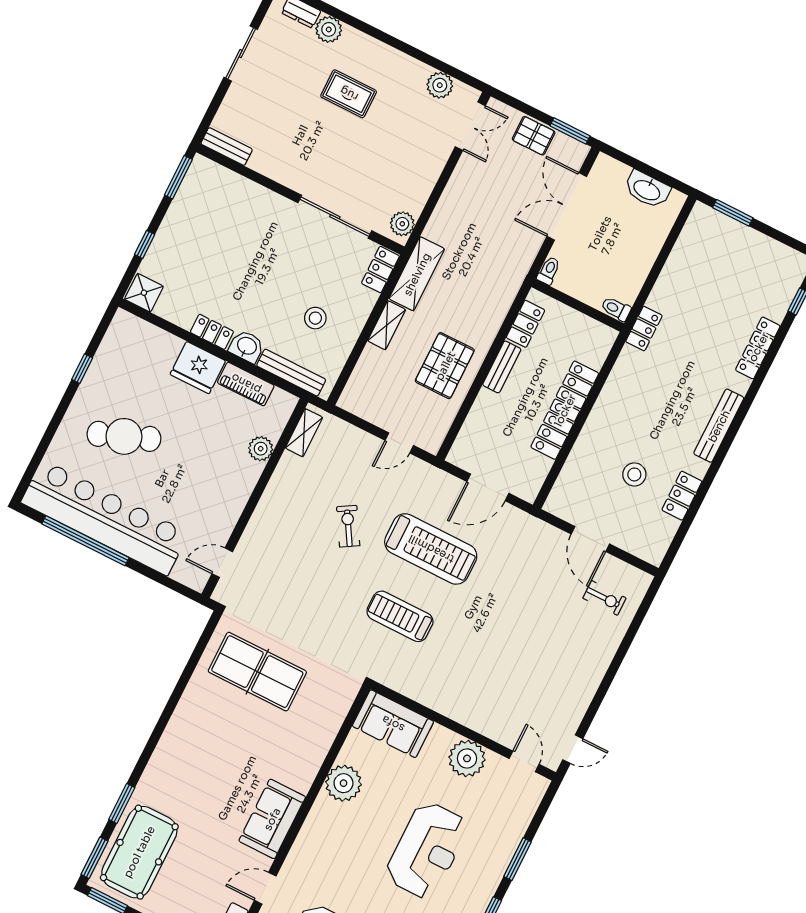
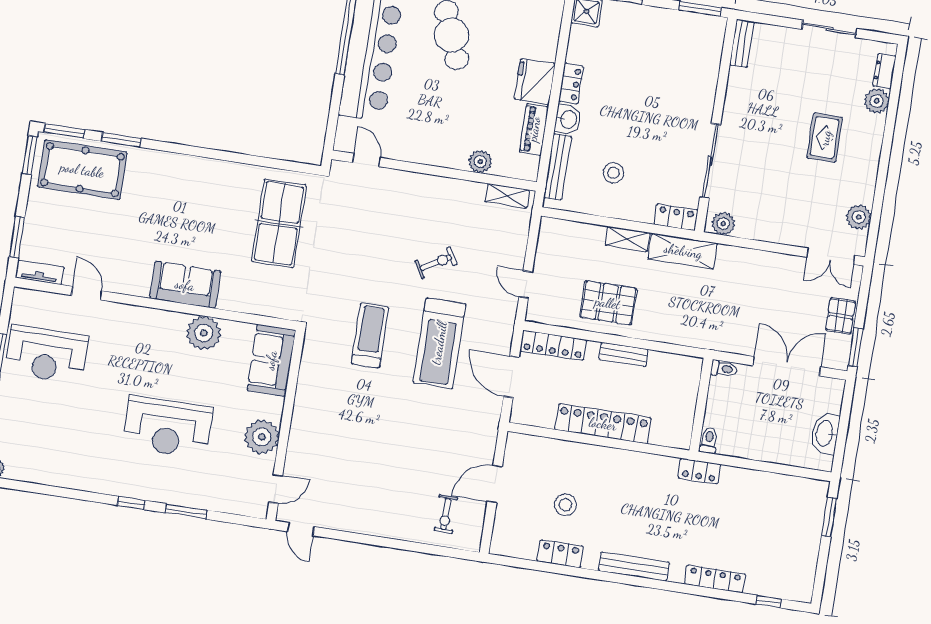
locker: (526, 324) -> (553, 345), moved, width x1.53
sofa: (272, 819) -> (185, 285), moved

